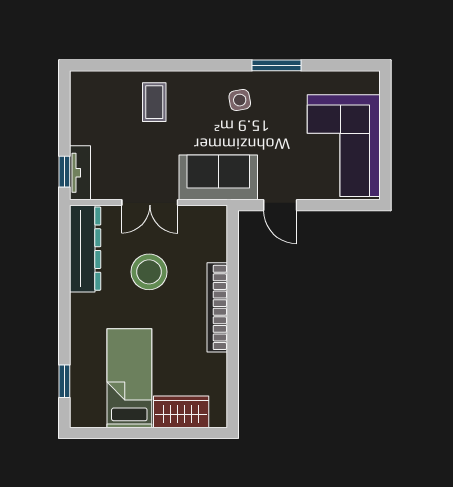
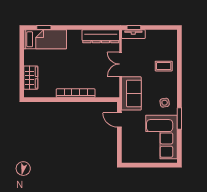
corner sofa: (344, 146) -> (162, 137), moved, turned -90
door: (280, 205) -> (119, 120), hinge flipped
stool: (149, 272) -> (91, 64), removed
bed: (129, 378) -> (45, 39), moved

